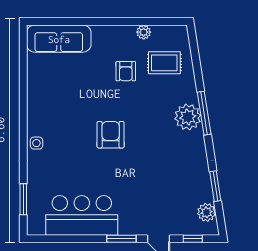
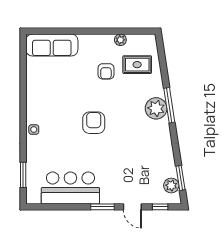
window: (215, 186) -> (180, 178), moved

